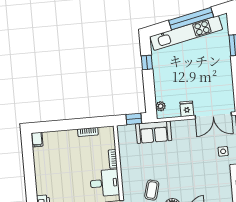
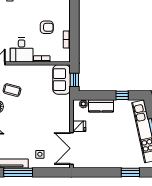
kitchen counter: (161, 86) -> (101, 106), added
sofa: (154, 132) -> (62, 80), moved
armchair: (76, 156) -> (47, 27), added

